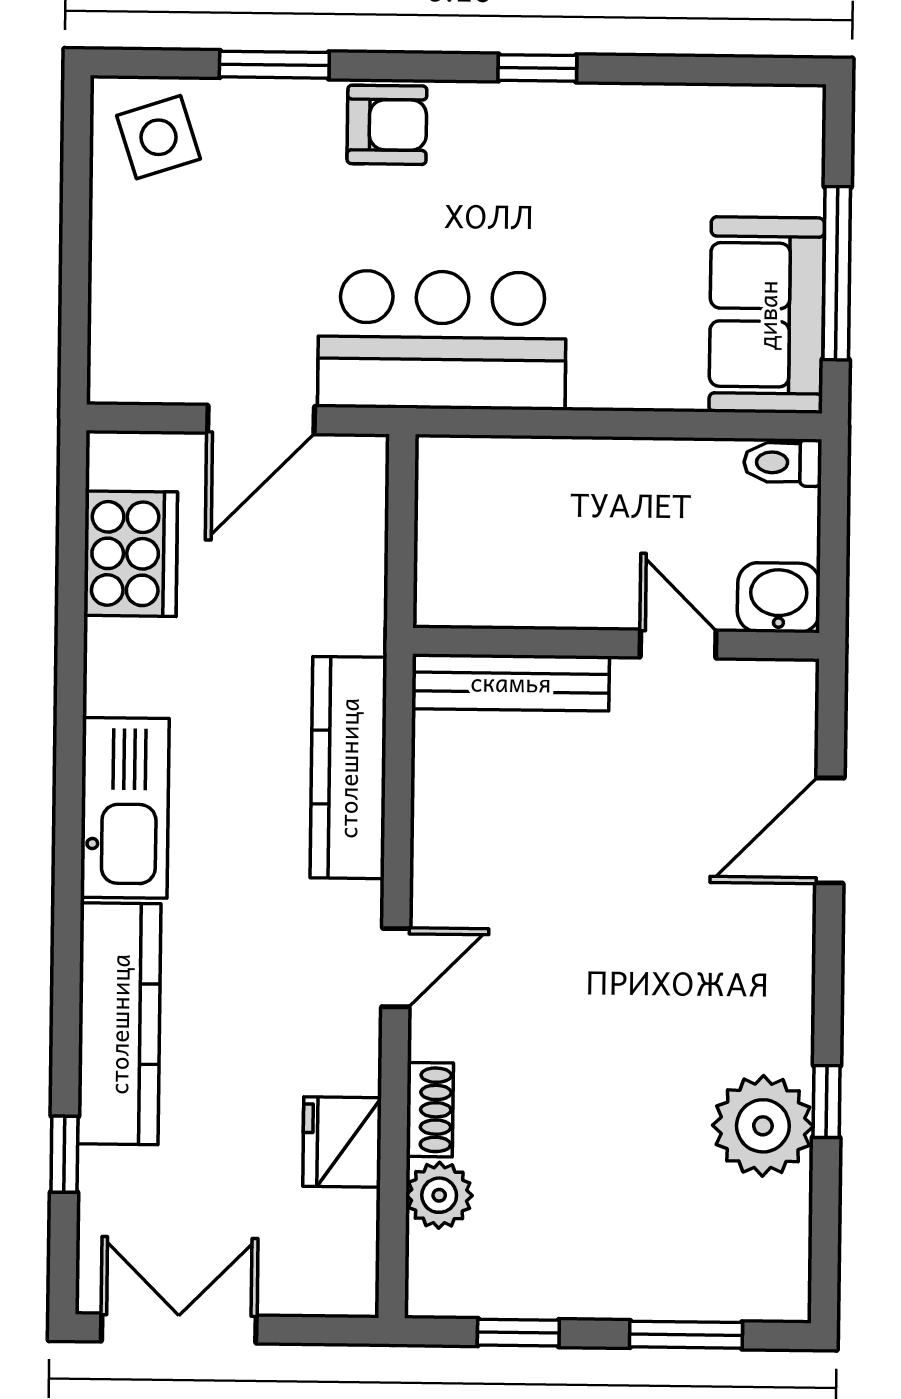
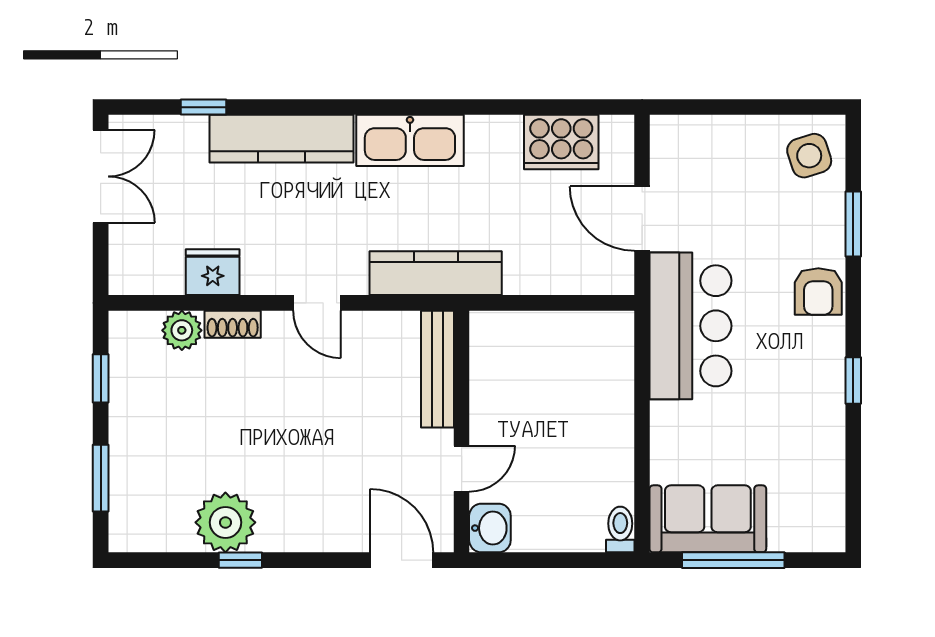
washbasin: (779, 598) -> (490, 528), moved
wall: (616, 643) -> (462, 432), moved
door: (678, 644) -> (462, 469), moved
bench: (511, 682) -> (437, 369), moved

